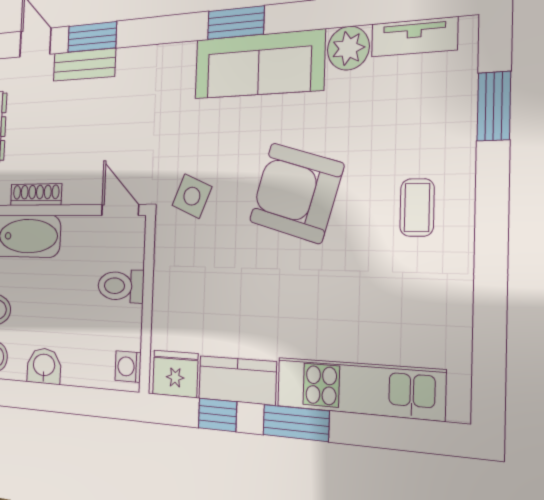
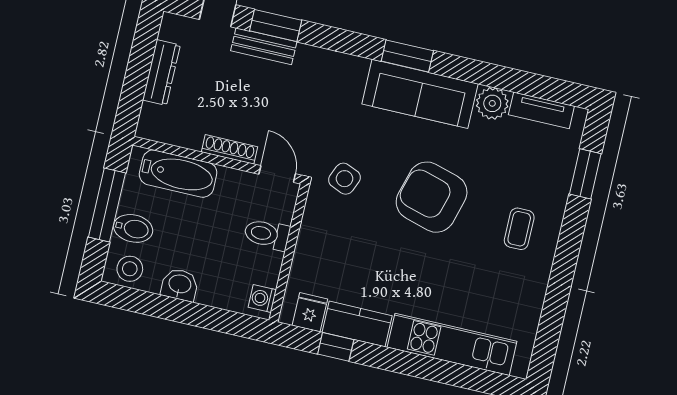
shoe rack: (36, 195) -> (229, 149), moved
fridge: (175, 374) -> (310, 312), width x0.72
window: (296, 423) -> (399, 361), removed

